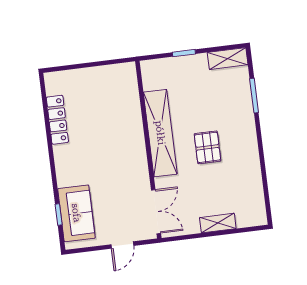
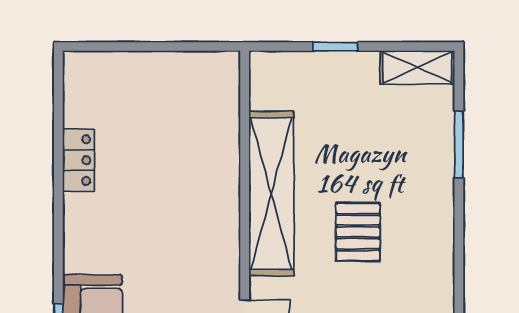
locker: (57, 120) -> (78, 160), width x0.66

